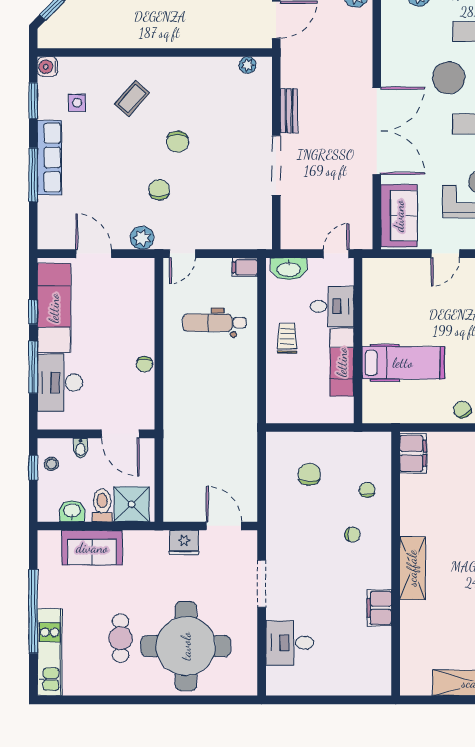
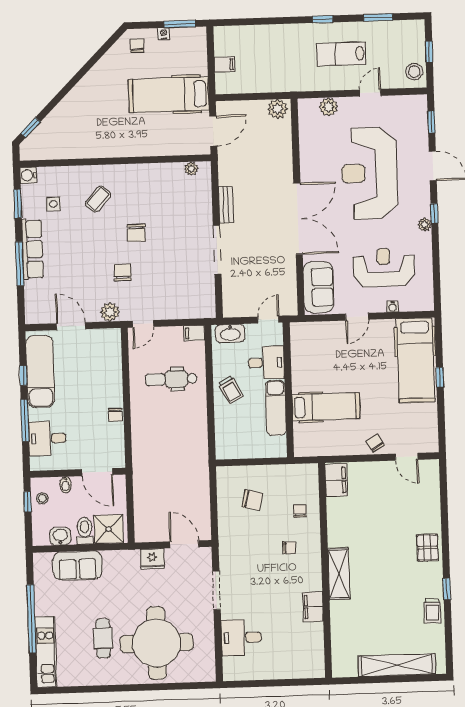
trolley: (287, 338) -> (231, 390), turned 153
desk: (60, 383) -> (47, 438), width x0.73
chair: (309, 474) -> (252, 500), turned 103

